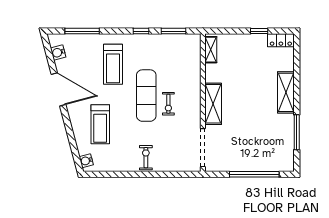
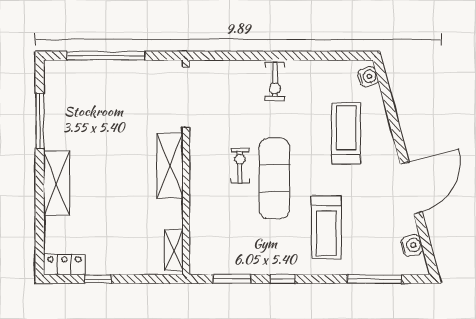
treadmill: (113, 64) -> (326, 227), turned 180
door: (58, 89) -> (411, 188), swing flipped

